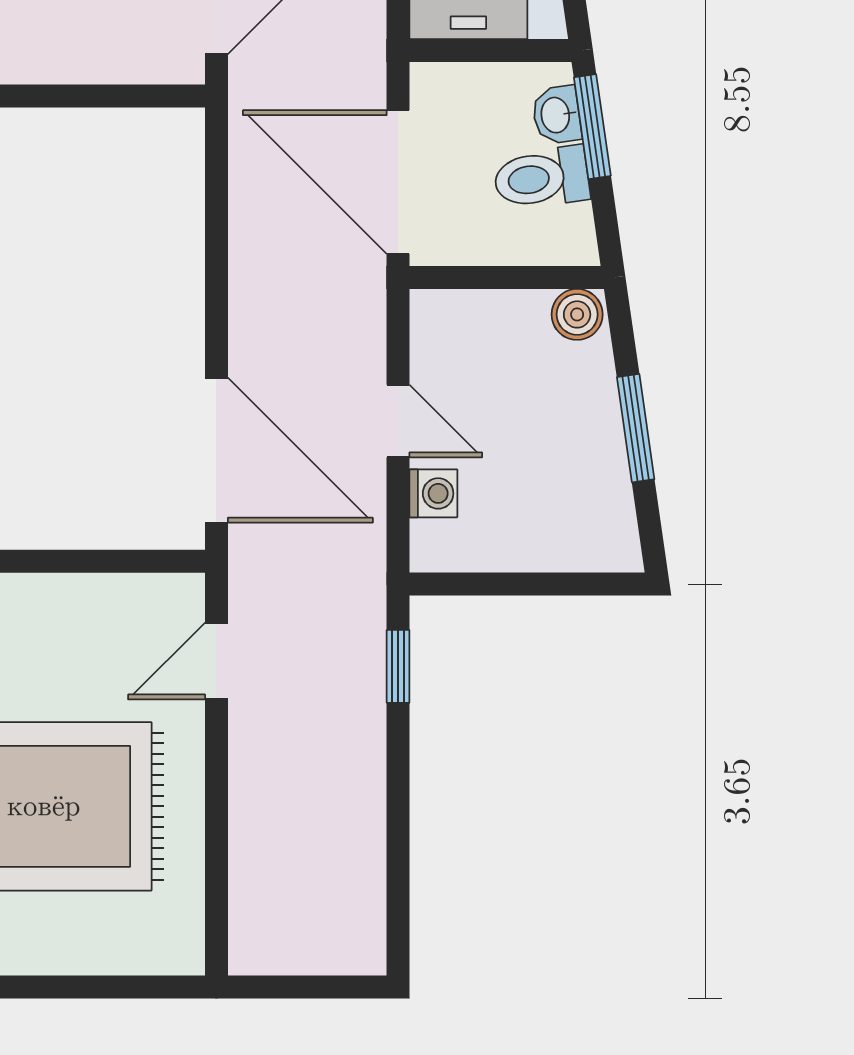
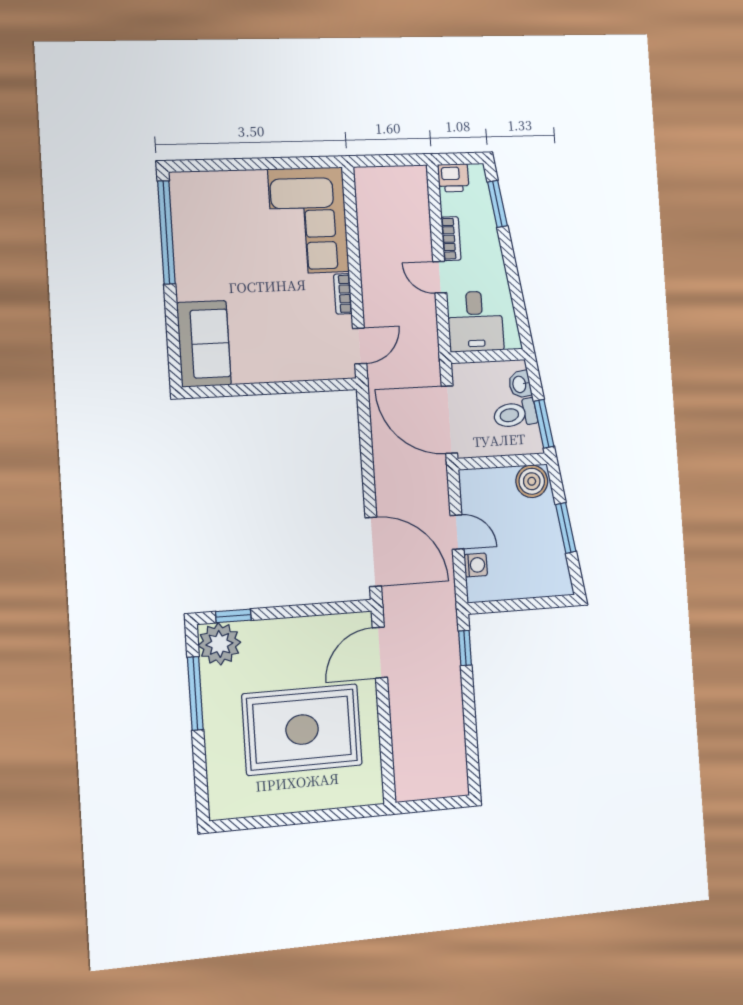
window: (592, 127) -> (544, 424), moved
boiler: (577, 314) -> (532, 481), width x1.36, depth x1.36
door: (216, 661) -> (380, 652), width x1.38

